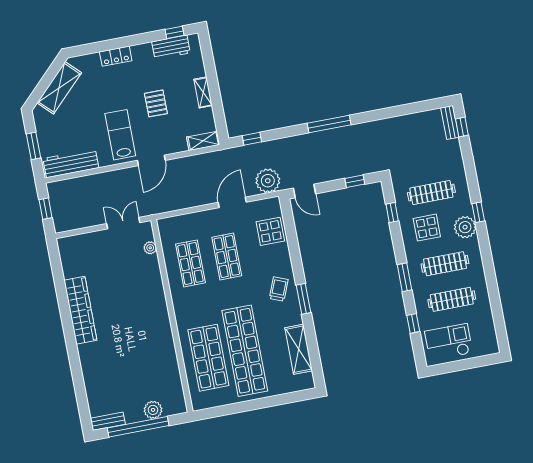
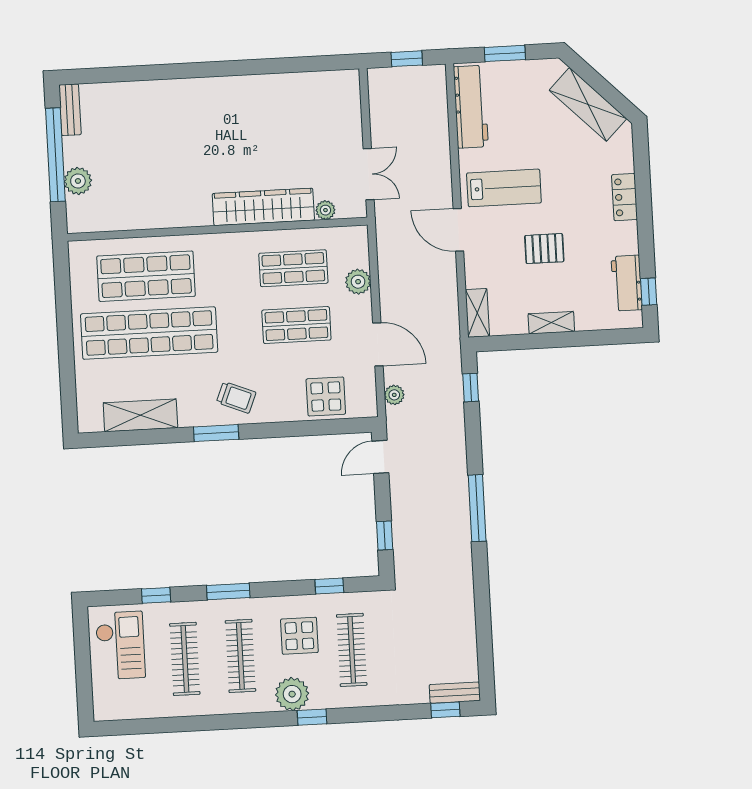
plant: (268, 181) -> (394, 395), width x0.53, depth x0.53
plant: (193, 221) -> (358, 282), added
wardrobe: (80, 310) -> (263, 207), moved, turned 180

